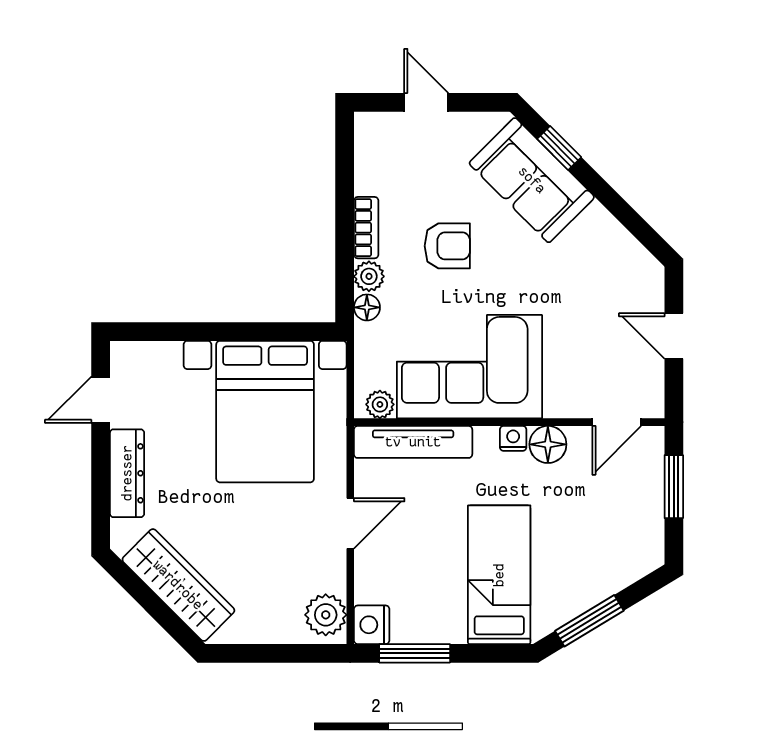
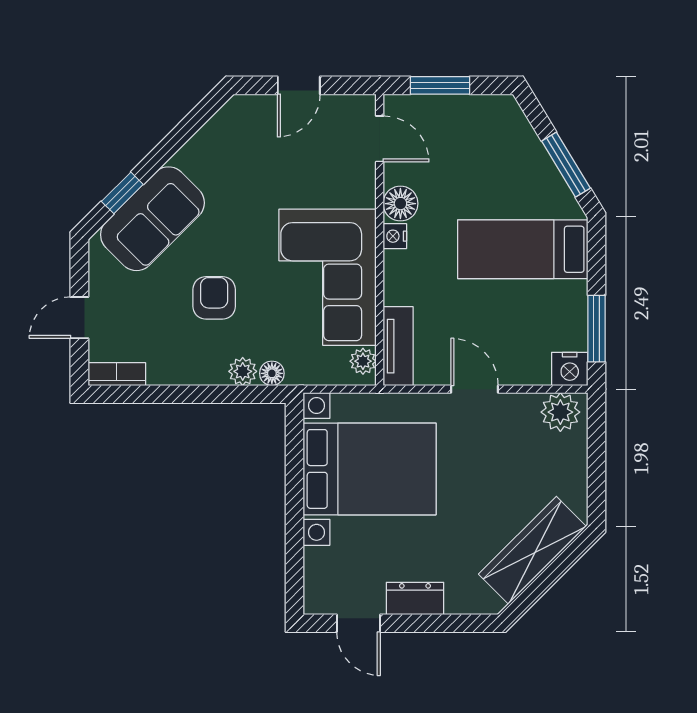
bookcase: (366, 228) -> (117, 374), moved
tv unit: (413, 442) -> (398, 346), width x0.71
dresser: (127, 473) -> (415, 598), width x0.70

